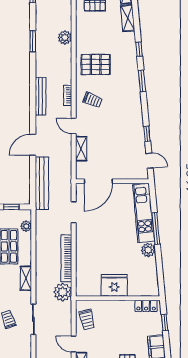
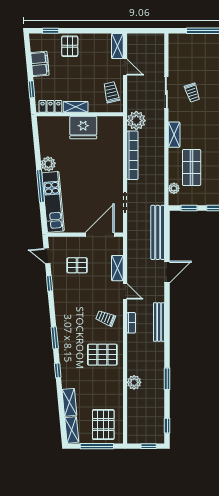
pallet: (120, 151) -> (77, 265), added
shelving: (122, 305) -> (76, 107), added

